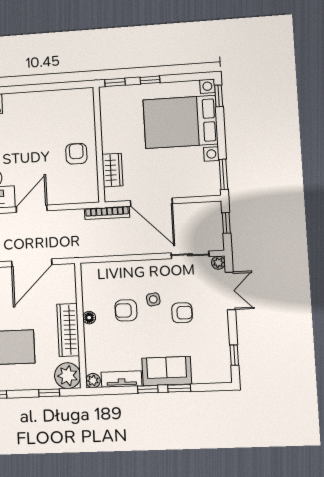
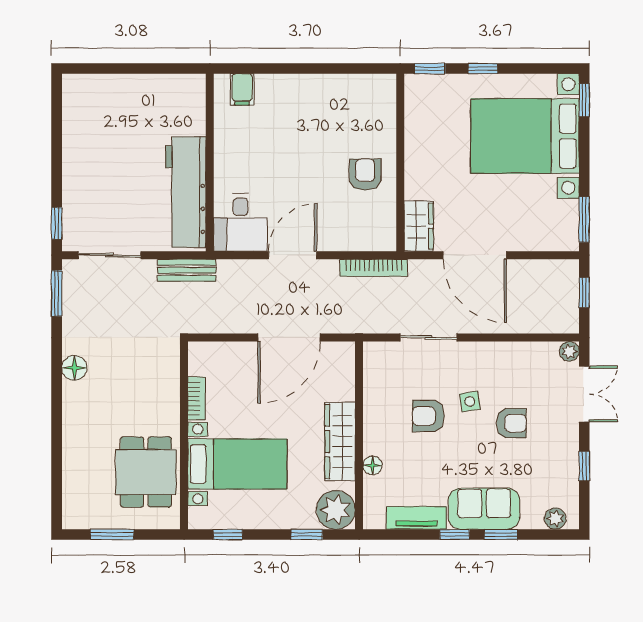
wardrobe: (112, 170) -> (419, 226), moved
bookcase: (107, 213) -> (374, 268), moved
sliding door: (190, 255) -> (429, 338), moved
floor lamp: (89, 318) -> (372, 465), moved
window: (234, 355) -> (584, 466), moved
plant: (93, 381) -> (555, 519), moved

